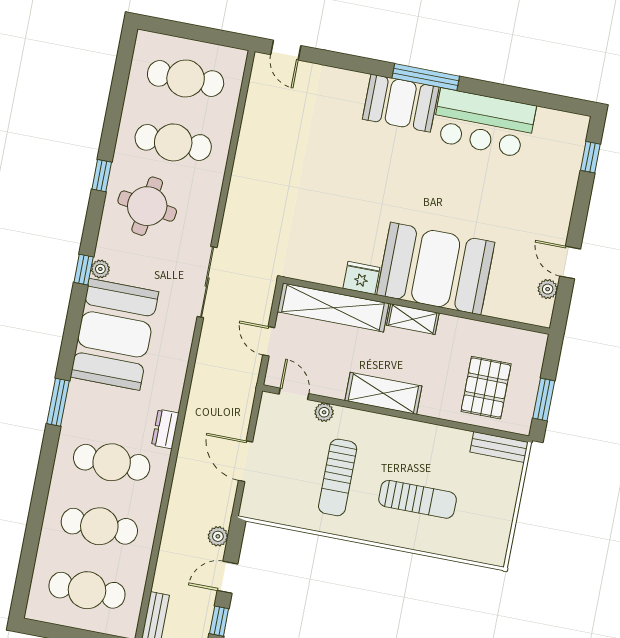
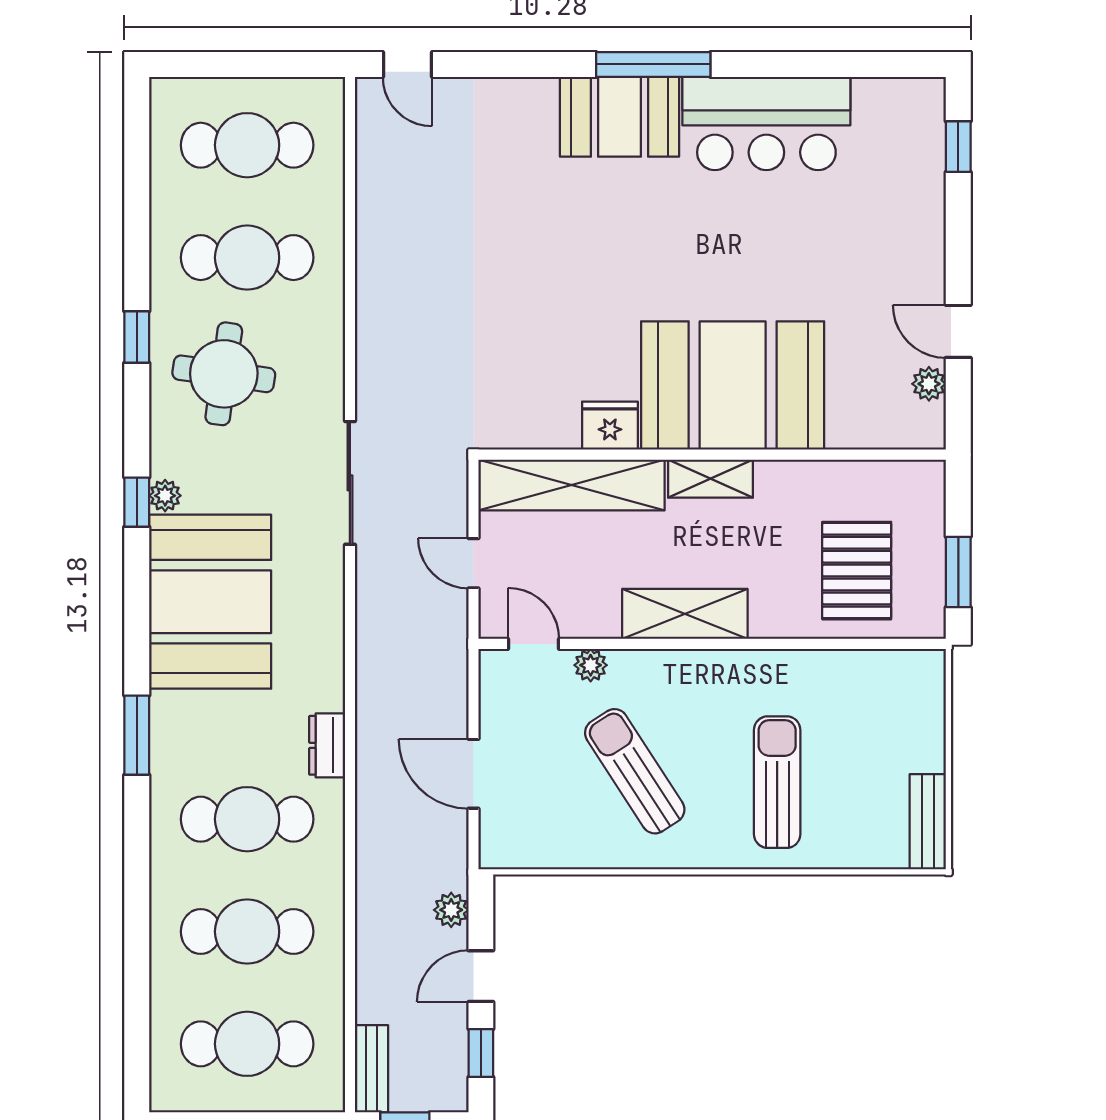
bench: (499, 447) -> (928, 822), moved, turned 90
sun lounger: (338, 477) -> (635, 771), turned 147
sun lounger: (418, 499) -> (777, 782), turned -90

